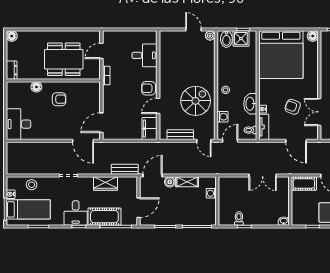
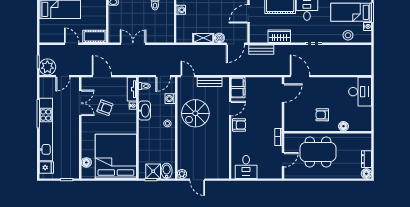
floor lamp: (313, 36) -> (86, 162), moved
desk: (145, 55) -> (246, 167), moved, turned -90
dresser: (12, 70) -> (367, 159), moved
washing machine: (211, 193) -> (181, 10), moved

